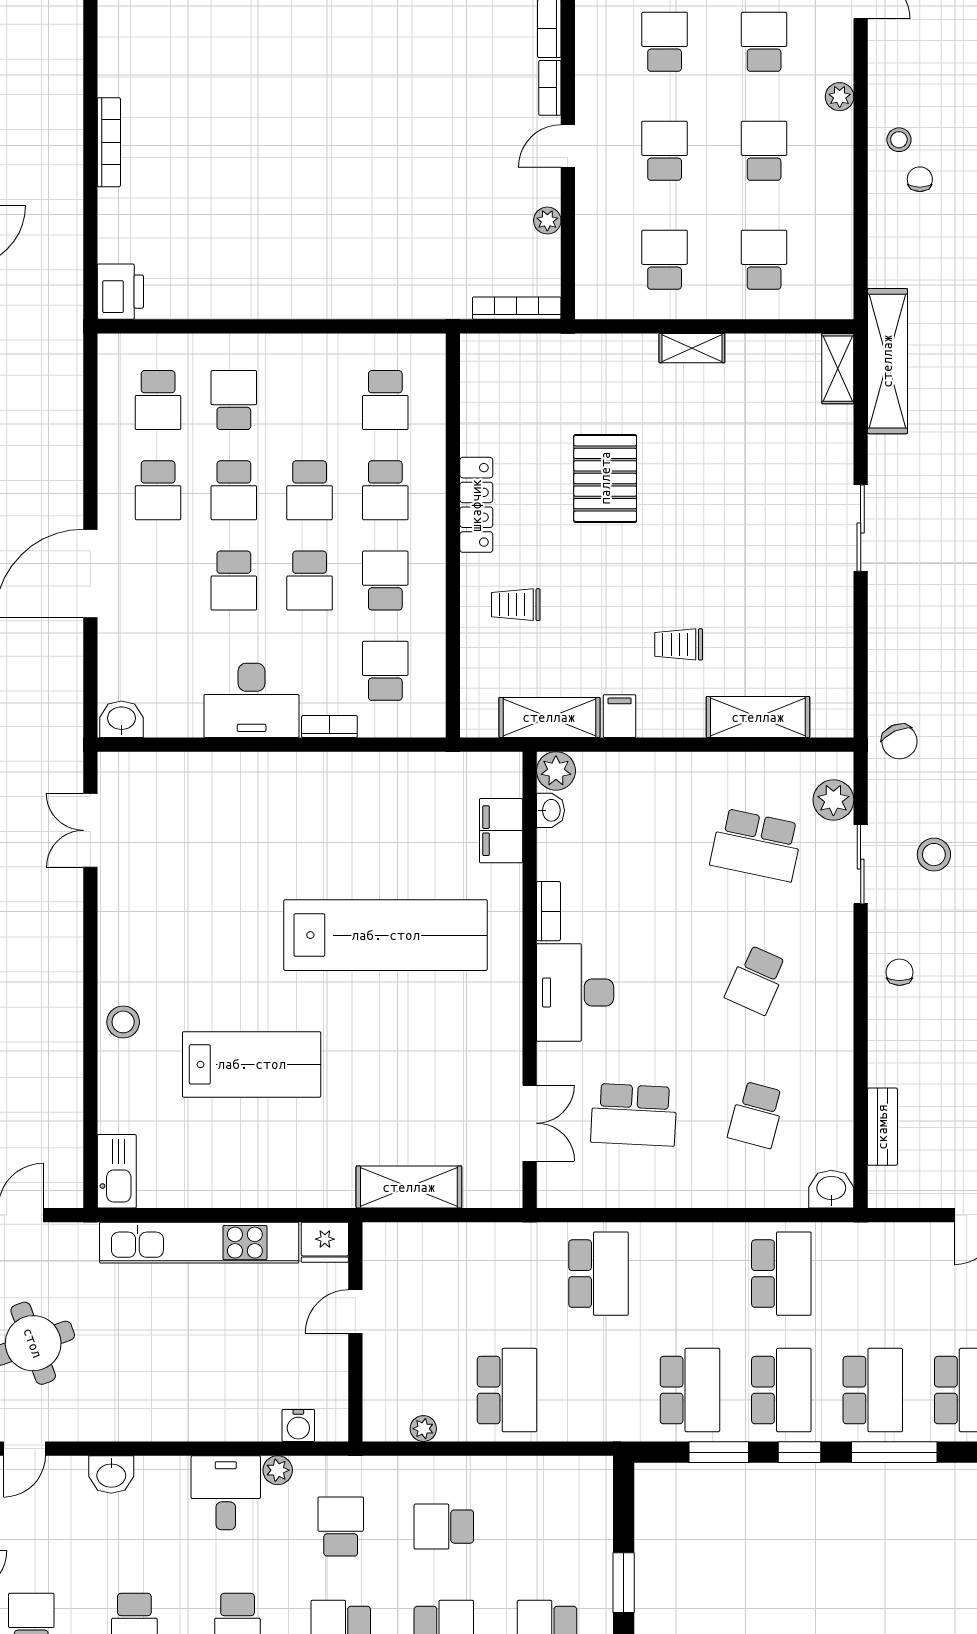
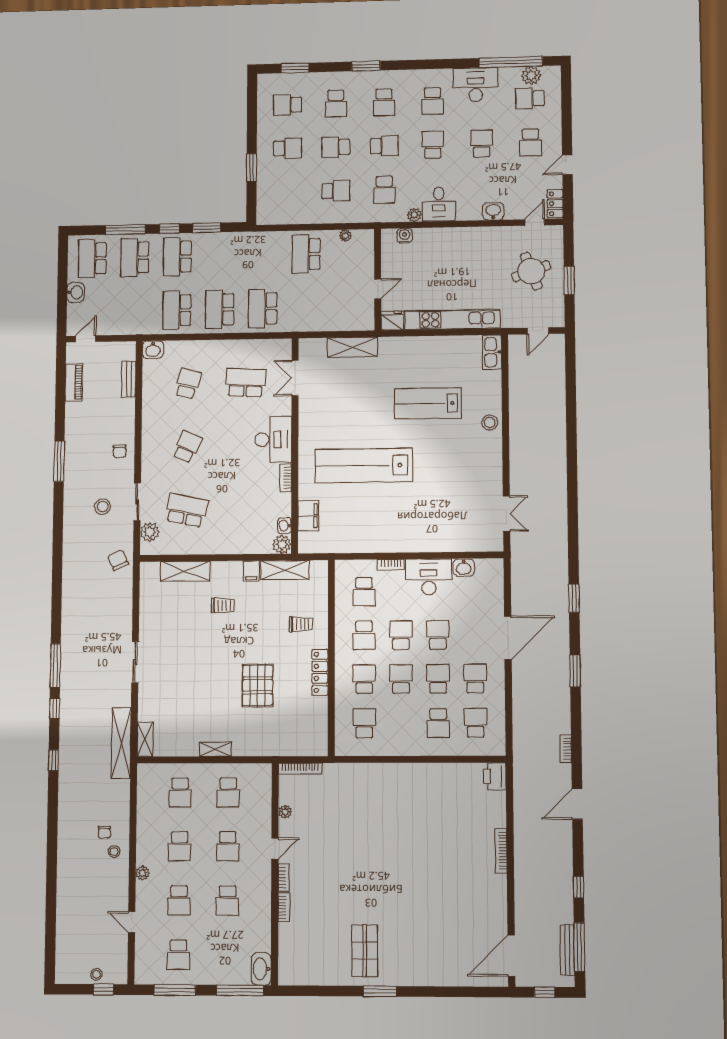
washbasin: (121, 719) -> (464, 567), moved
school desk: (690, 1390) -> (220, 309), moved

